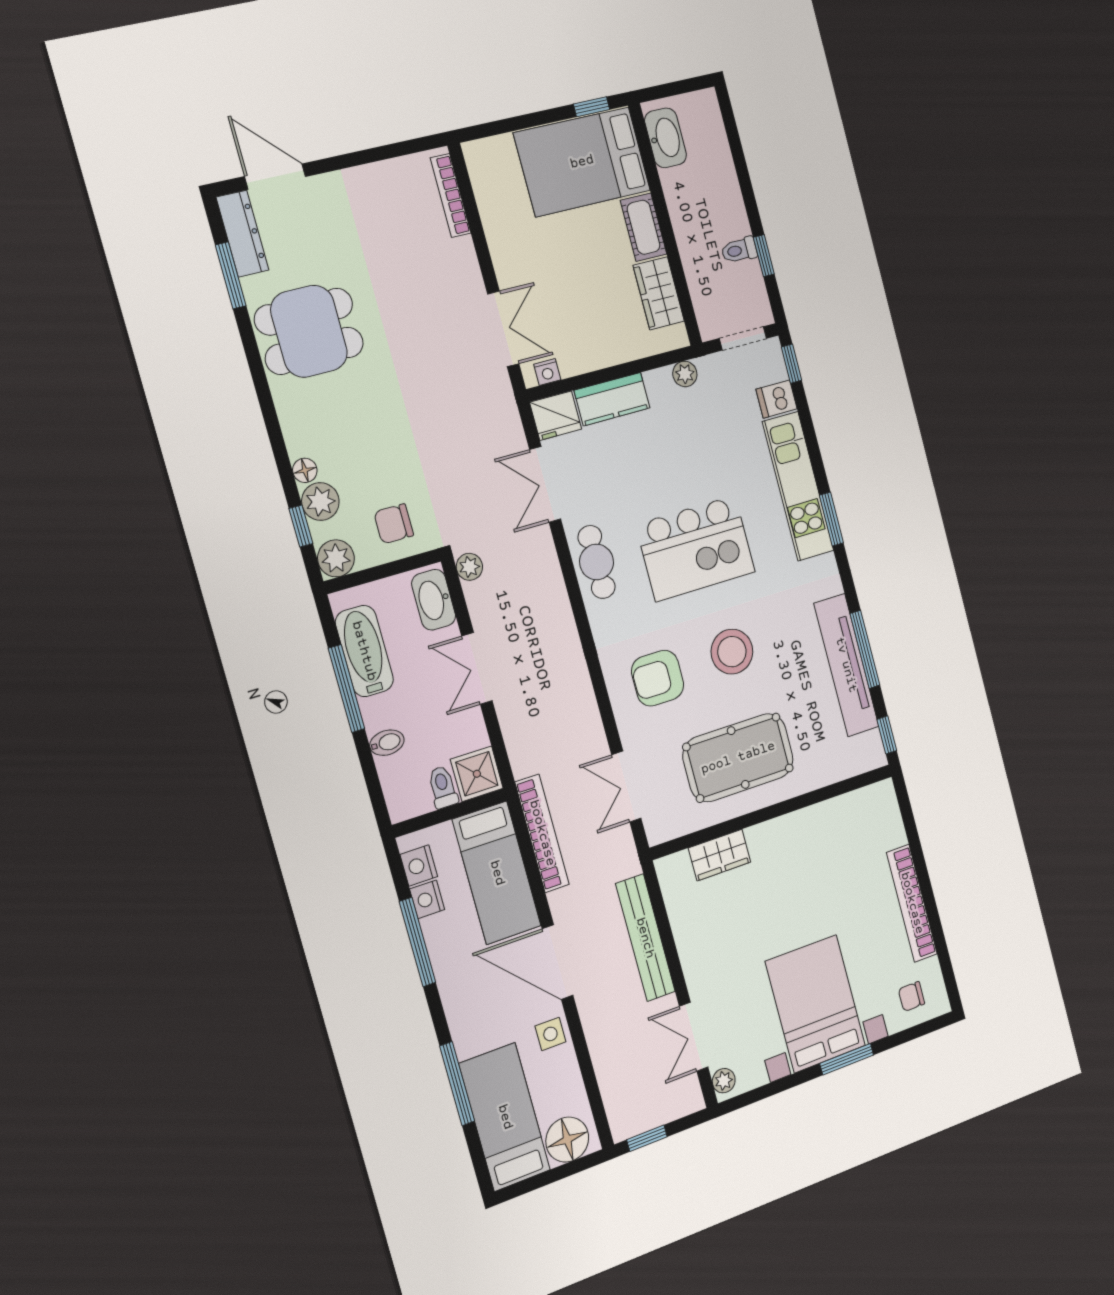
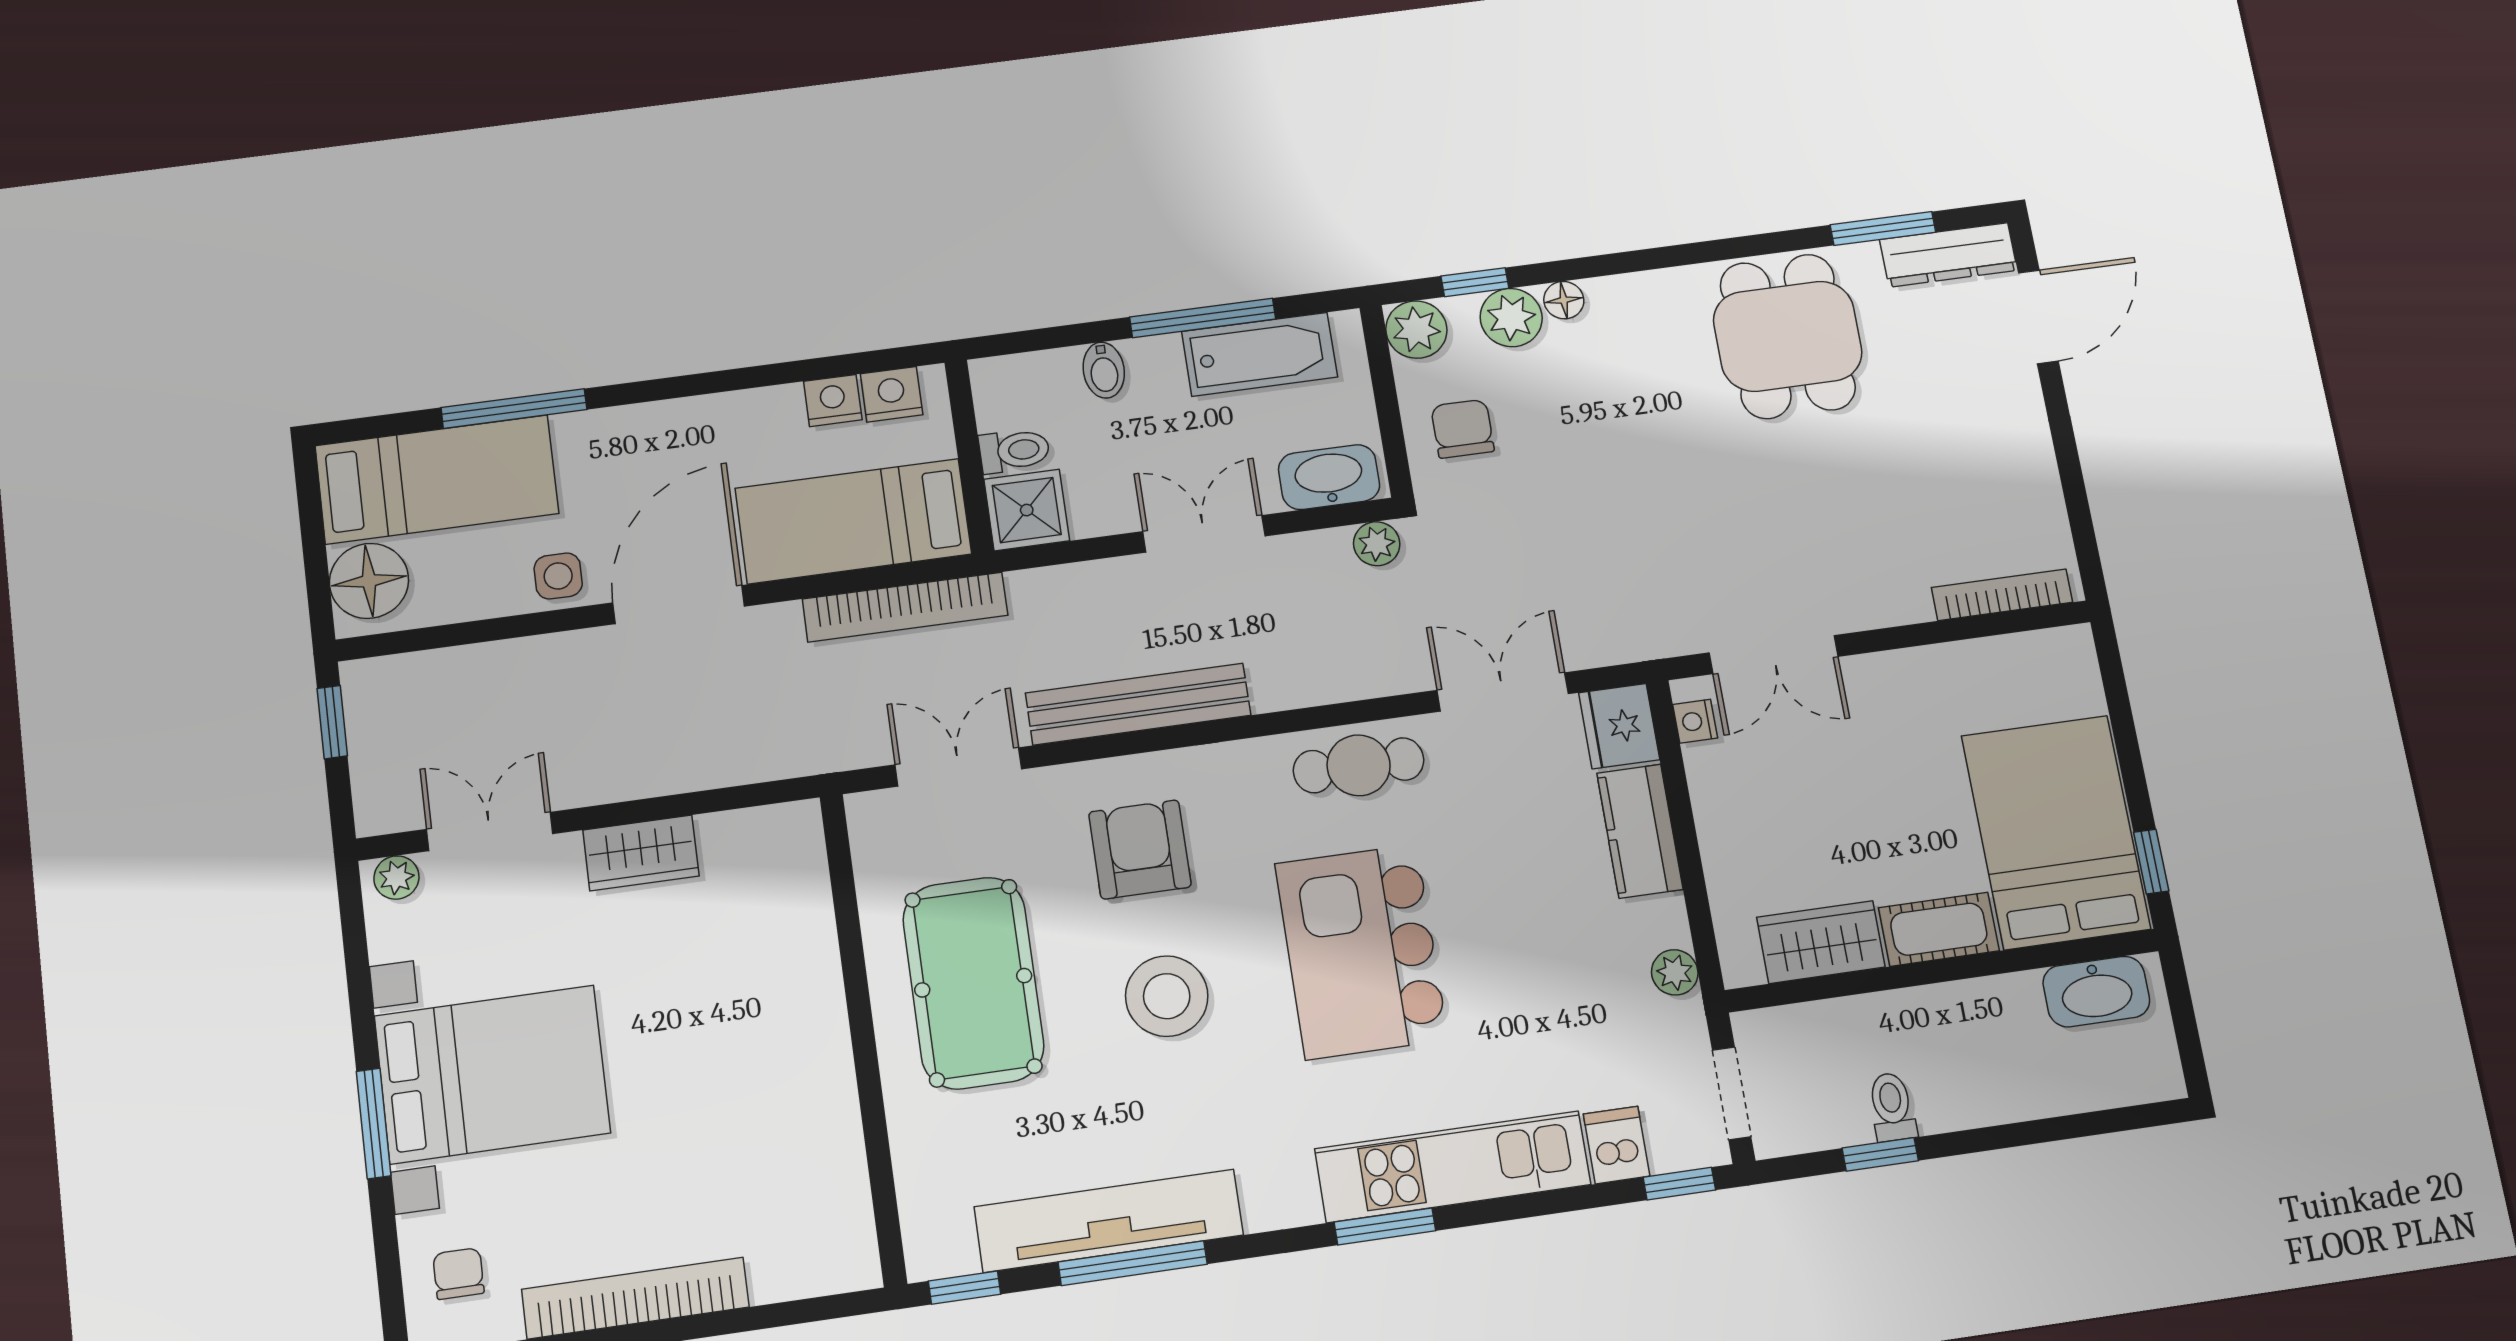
wardrobe: (720, 855) -> (641, 853), moved, turned -90
bench: (645, 938) -> (1138, 704), moved
window: (417, 942) -> (765, 376), removed

